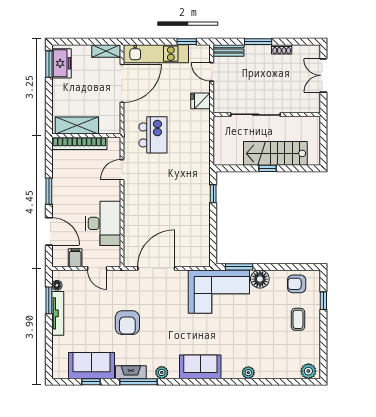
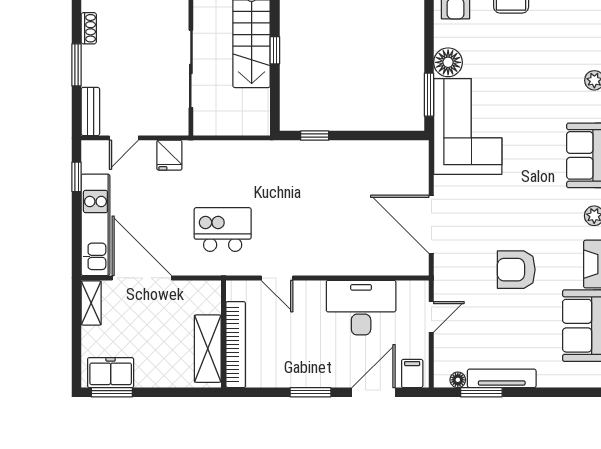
filing cabinet: (75, 258) -> (412, 373), moved, turned 90
armchair: (127, 323) -> (516, 270), turned 180

